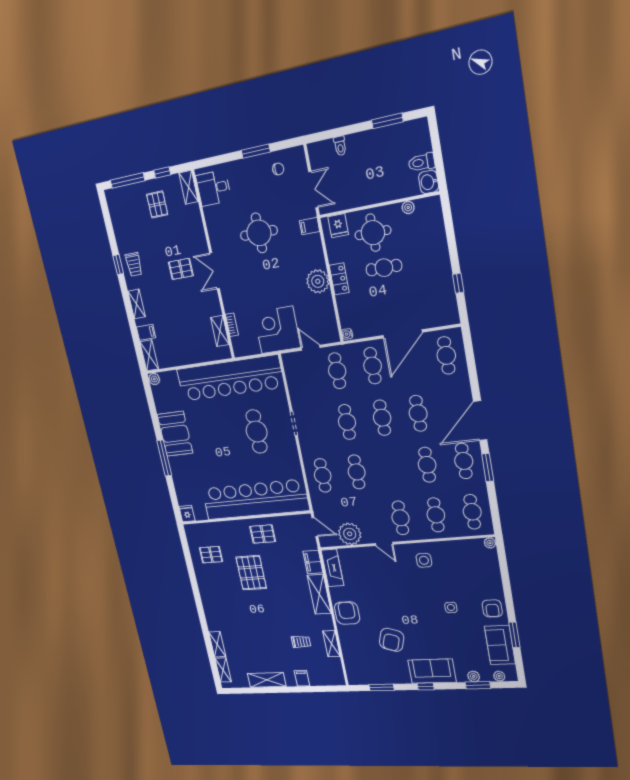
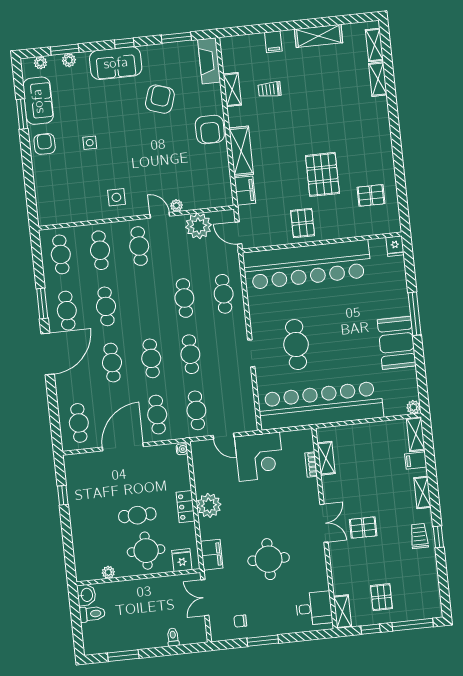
filing cabinet: (309, 226) -> (212, 555), width x2.00
pallet: (263, 534) -> (303, 223), turned 90
plant: (490, 543) -> (176, 206), moved
fireplace: (332, 568) -> (209, 61), moved

